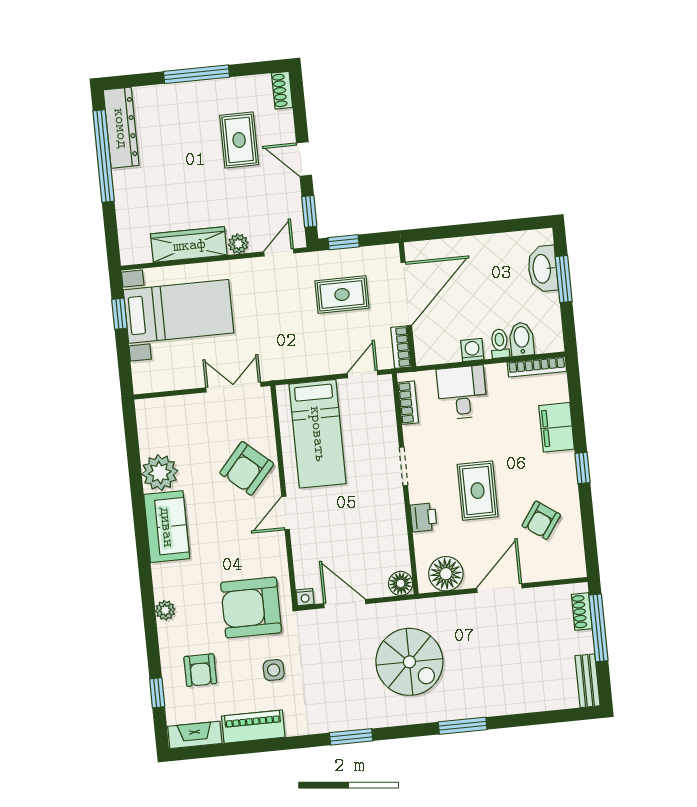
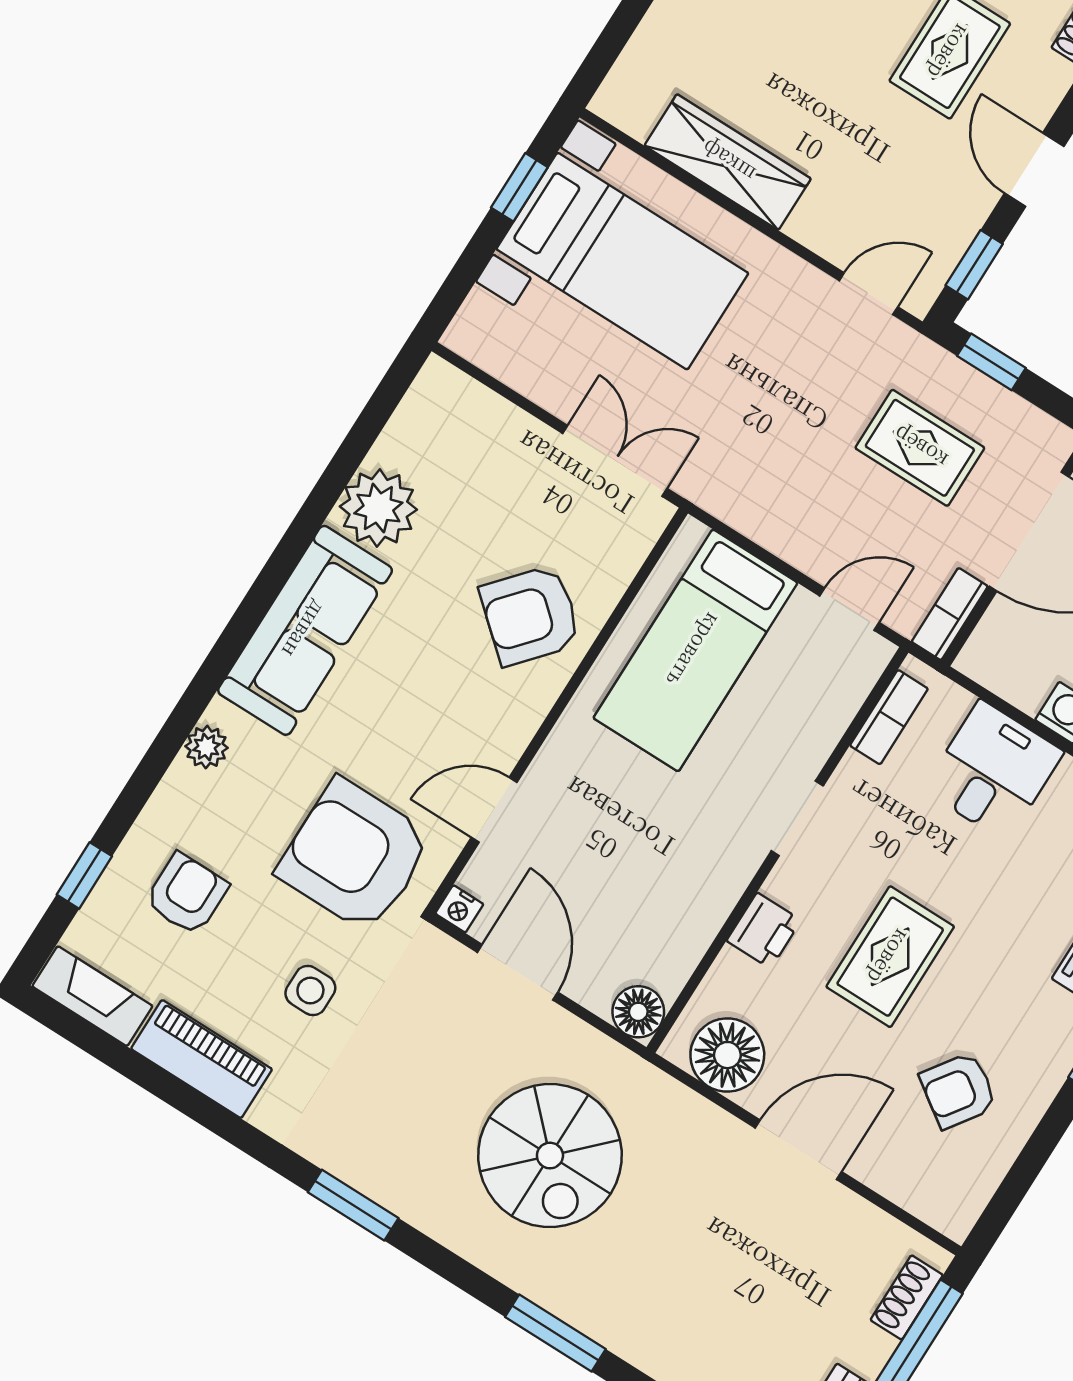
plant: (238, 244) -> (812, 226), removed
door: (286, 513) -> (494, 810), moved
sofa: (167, 527) -> (305, 630), width x1.36
armchair: (200, 670) -> (187, 894), turned 180

